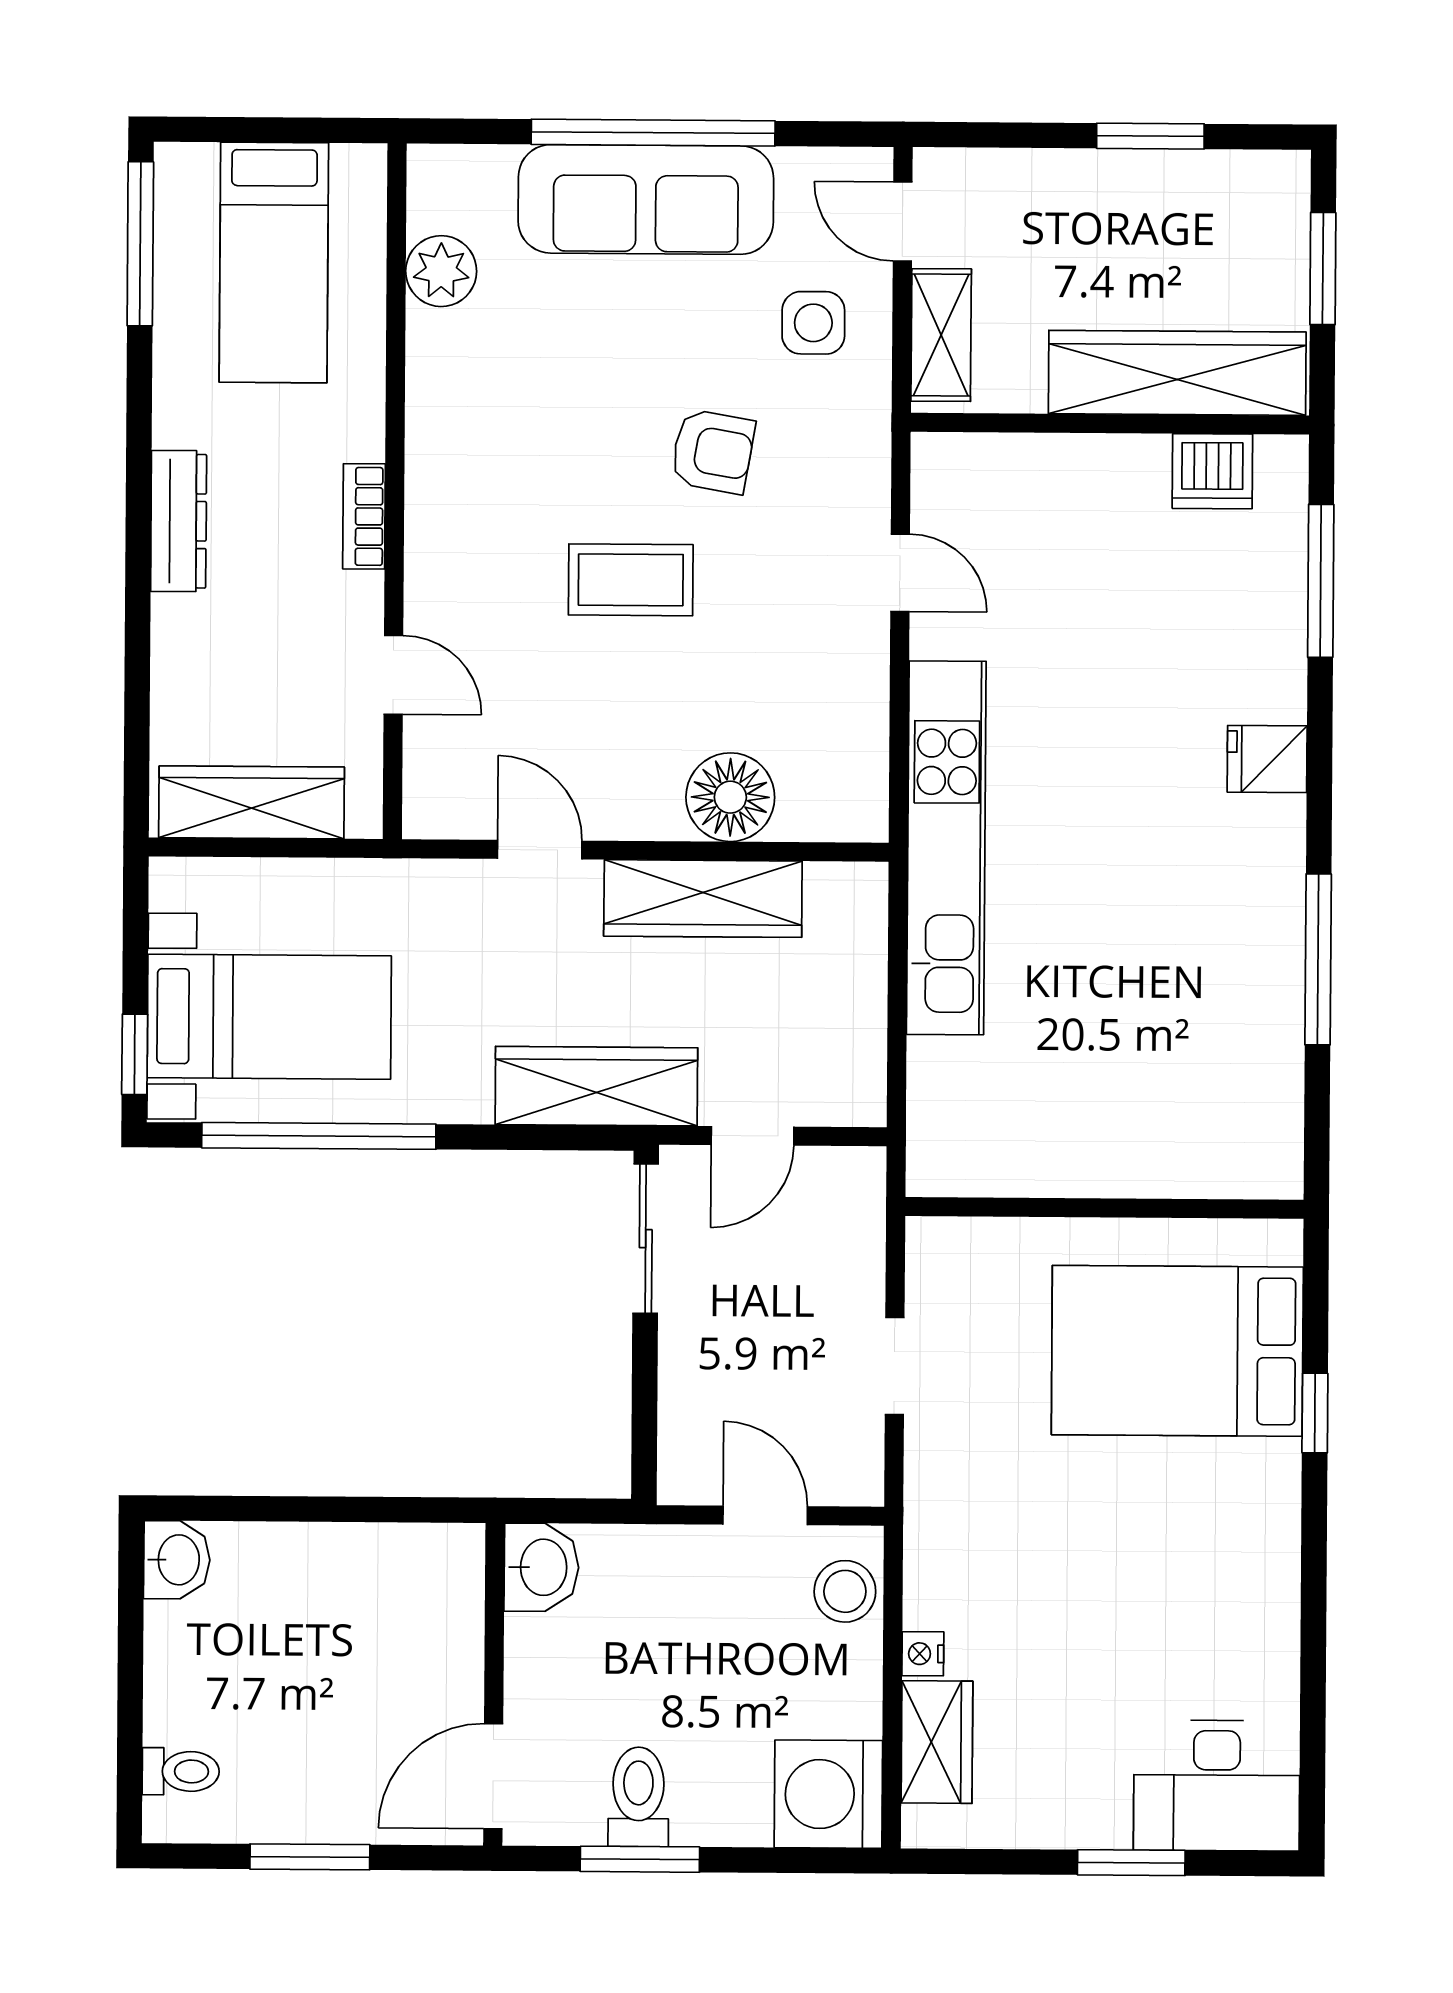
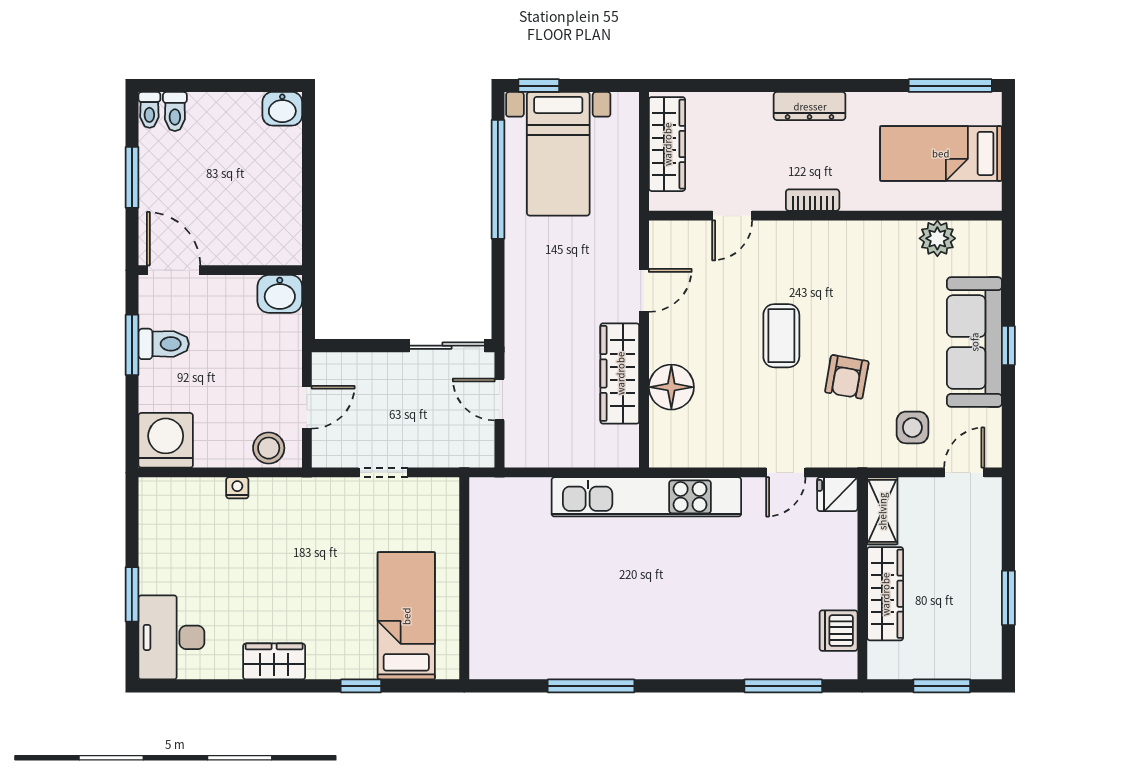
window: (653, 133) -> (1008, 345), width x0.32
shelving: (941, 335) -> (882, 511), moved, turned 90
wardrobe: (1177, 373) -> (885, 594), width x0.71, depth x0.85
fridge: (1267, 759) -> (837, 494), moved, turned -90
wardrobe: (596, 1086) -> (524, 320), removed
bed: (1177, 1351) -> (406, 616), width x0.67
wardrobe: (937, 1742) -> (274, 661), moved, turned 180
toilet: (177, 1822) -> (149, 110), added

